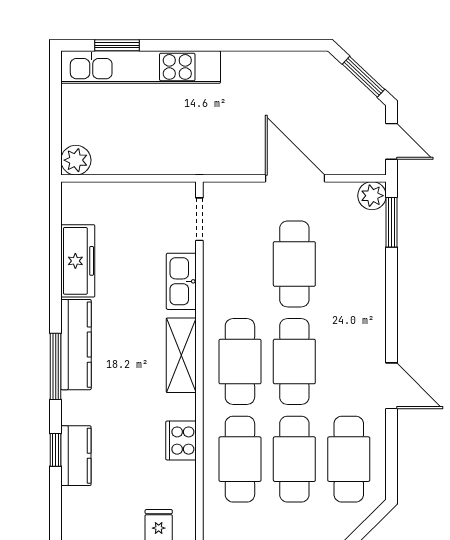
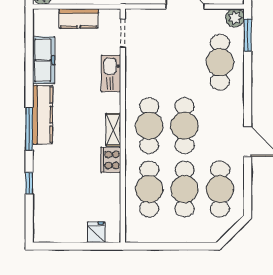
cafe table: (294, 264) -> (220, 62), moved
shelving: (181, 355) -> (113, 130), width x0.67, depth x0.75
cooker: (181, 441) -> (111, 160), moved
kitchen counter: (76, 456) -> (79, 18), moved, turned 90

